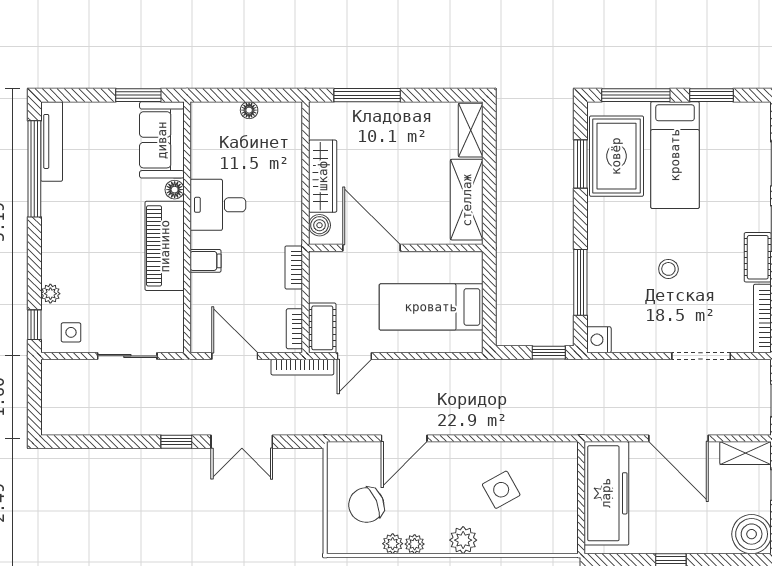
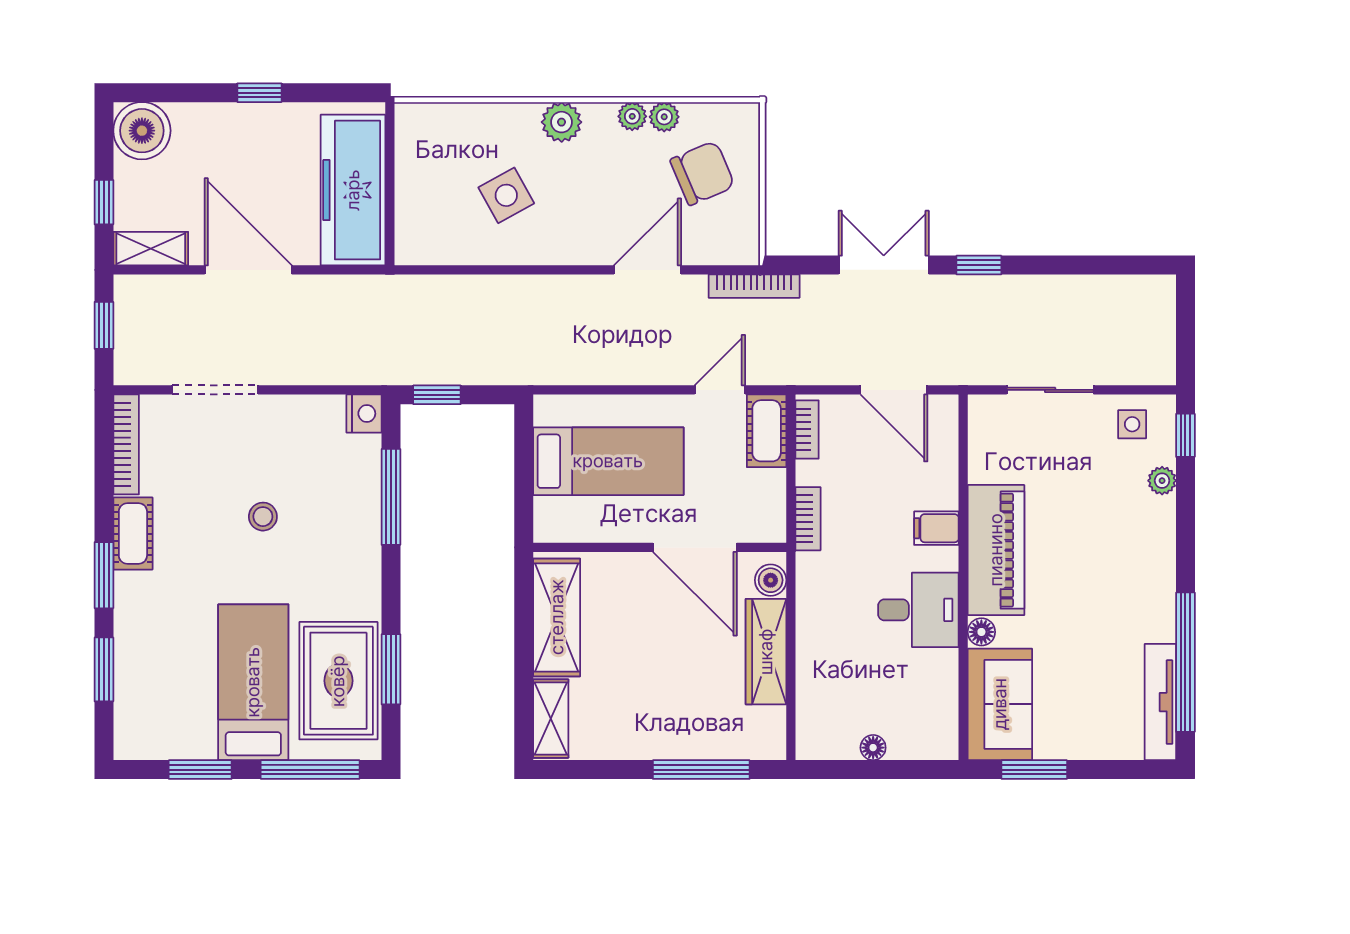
bookcase: (302, 367) -> (754, 286), moved, turned 180

